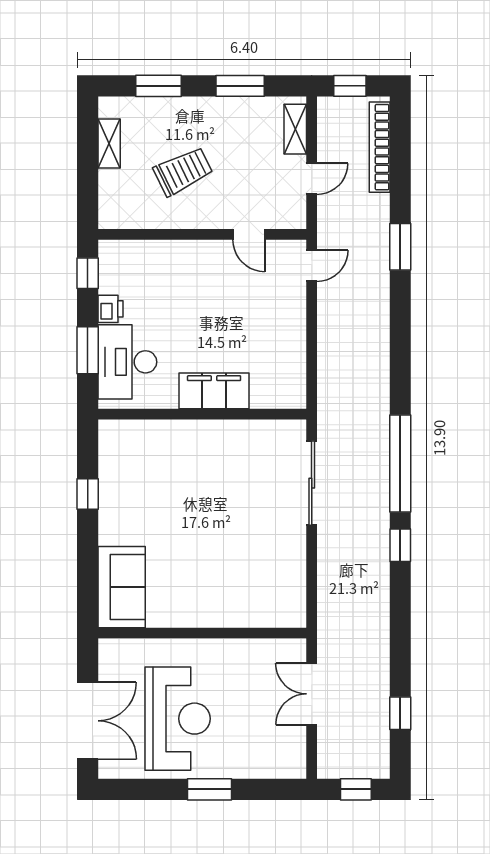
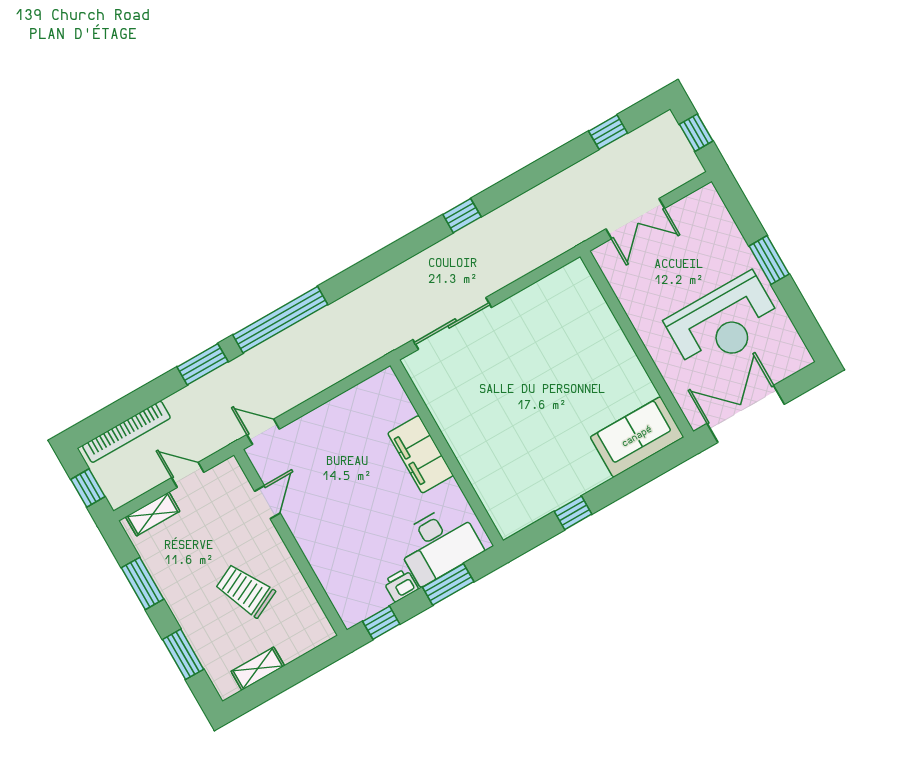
window: (400, 463) -> (280, 320), moved
reception desk: (178, 719) -> (723, 323), turned 180
double door: (88, 721) -> (746, 414), moved

